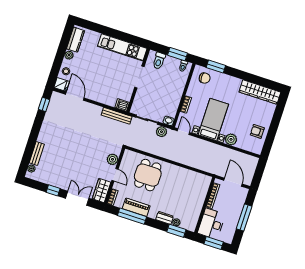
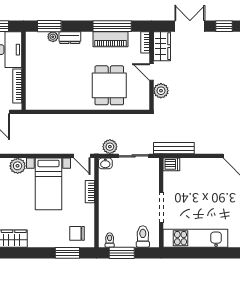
double door: (77, 198) -> (190, 26), swing flipped

